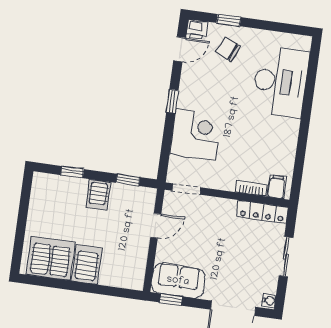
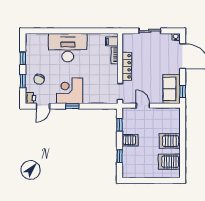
window: (269, 26) -> (23, 58), added
door: (180, 49) -> (43, 106), swing flipped
desk: (280, 82) -> (68, 48), moved
corner desk: (196, 135) -> (70, 91), moved
locker: (262, 212) -> (127, 66), moved
server rack: (50, 258) -> (169, 162), width x0.63

